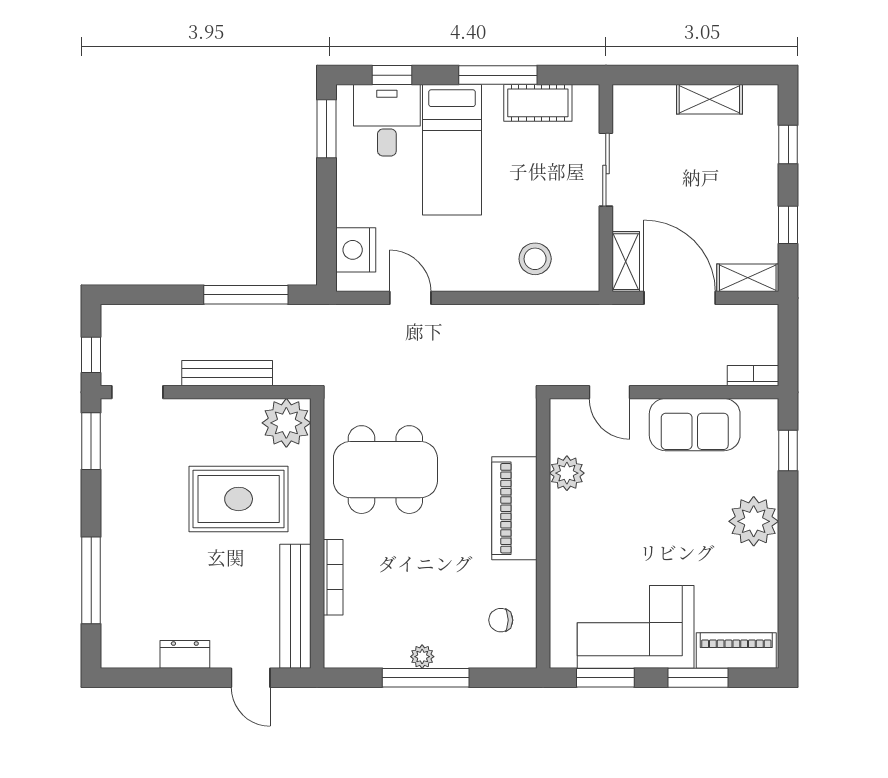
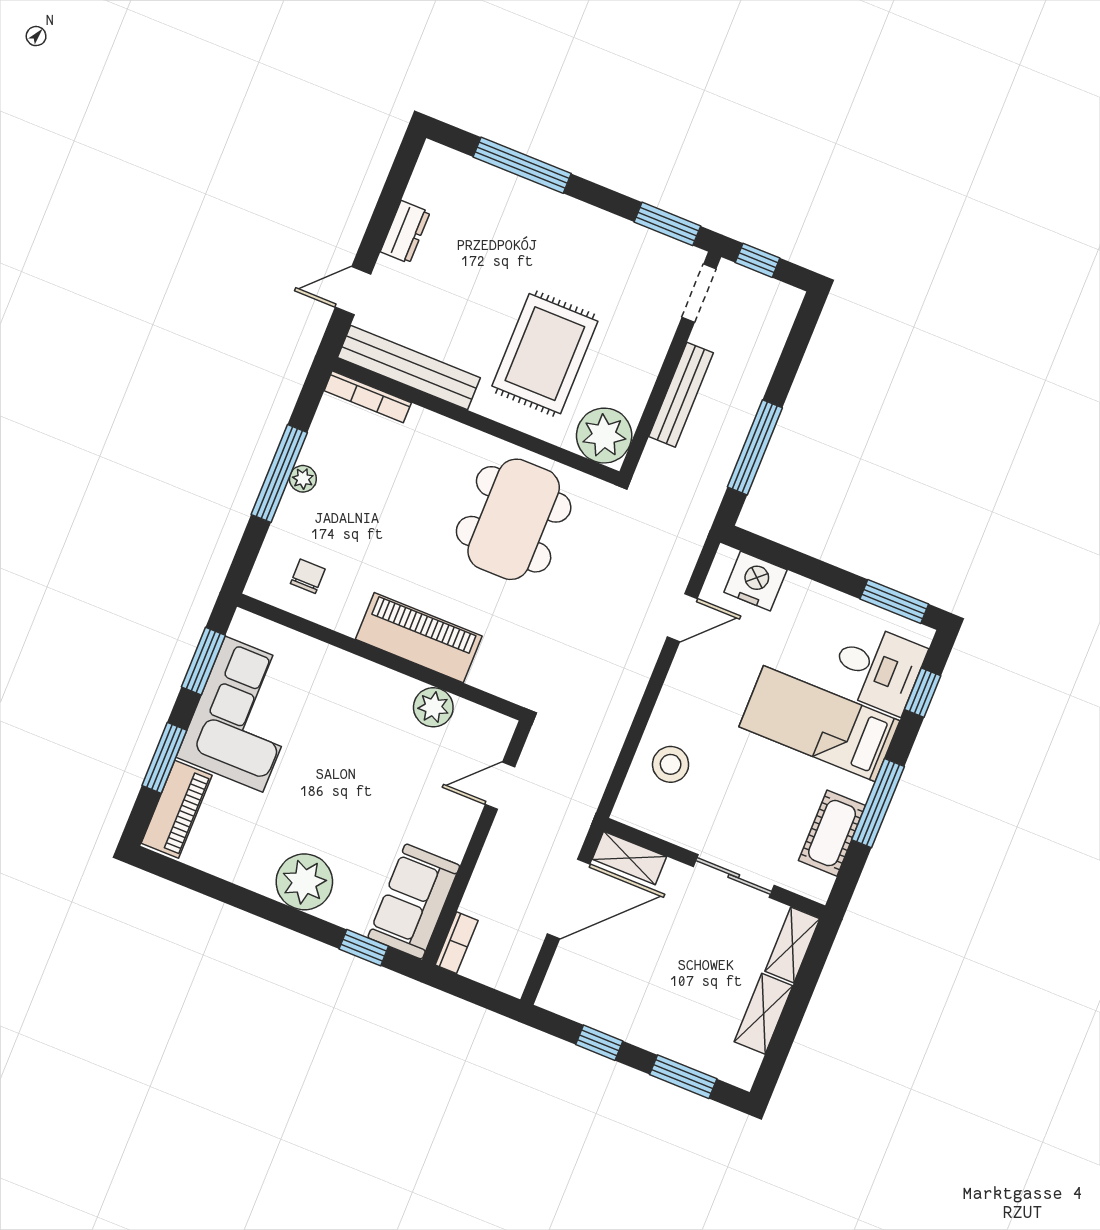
window: (788, 144) -> (683, 1077), width x1.50
shelving: (748, 278) -> (792, 945), moved
sofa: (695, 425) -> (414, 901), moved
bookcase: (333, 577) -> (368, 397), moved

